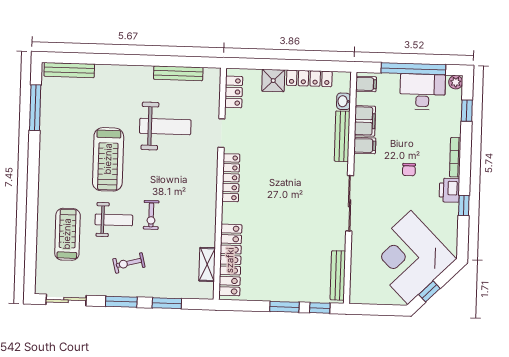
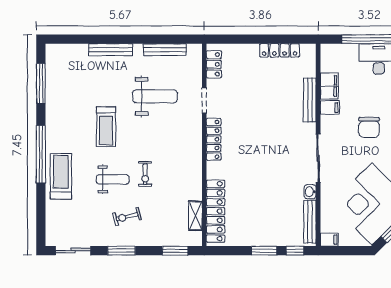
bench: (69, 70) -> (111, 50), moved
shower: (273, 81) -> (248, 53), removed
filing cabinet: (366, 84) -> (329, 240), moved
washbasin: (344, 101) -> (310, 192), moved
treadmill: (108, 159) -> (106, 127), width x0.73, depth x0.73
chair: (409, 170) -> (369, 127), width x1.87, depth x1.87
window: (33, 189) -> (41, 154), added
treadmill: (67, 234) -> (61, 176), moved
window: (167, 303) -> (175, 251), moved

